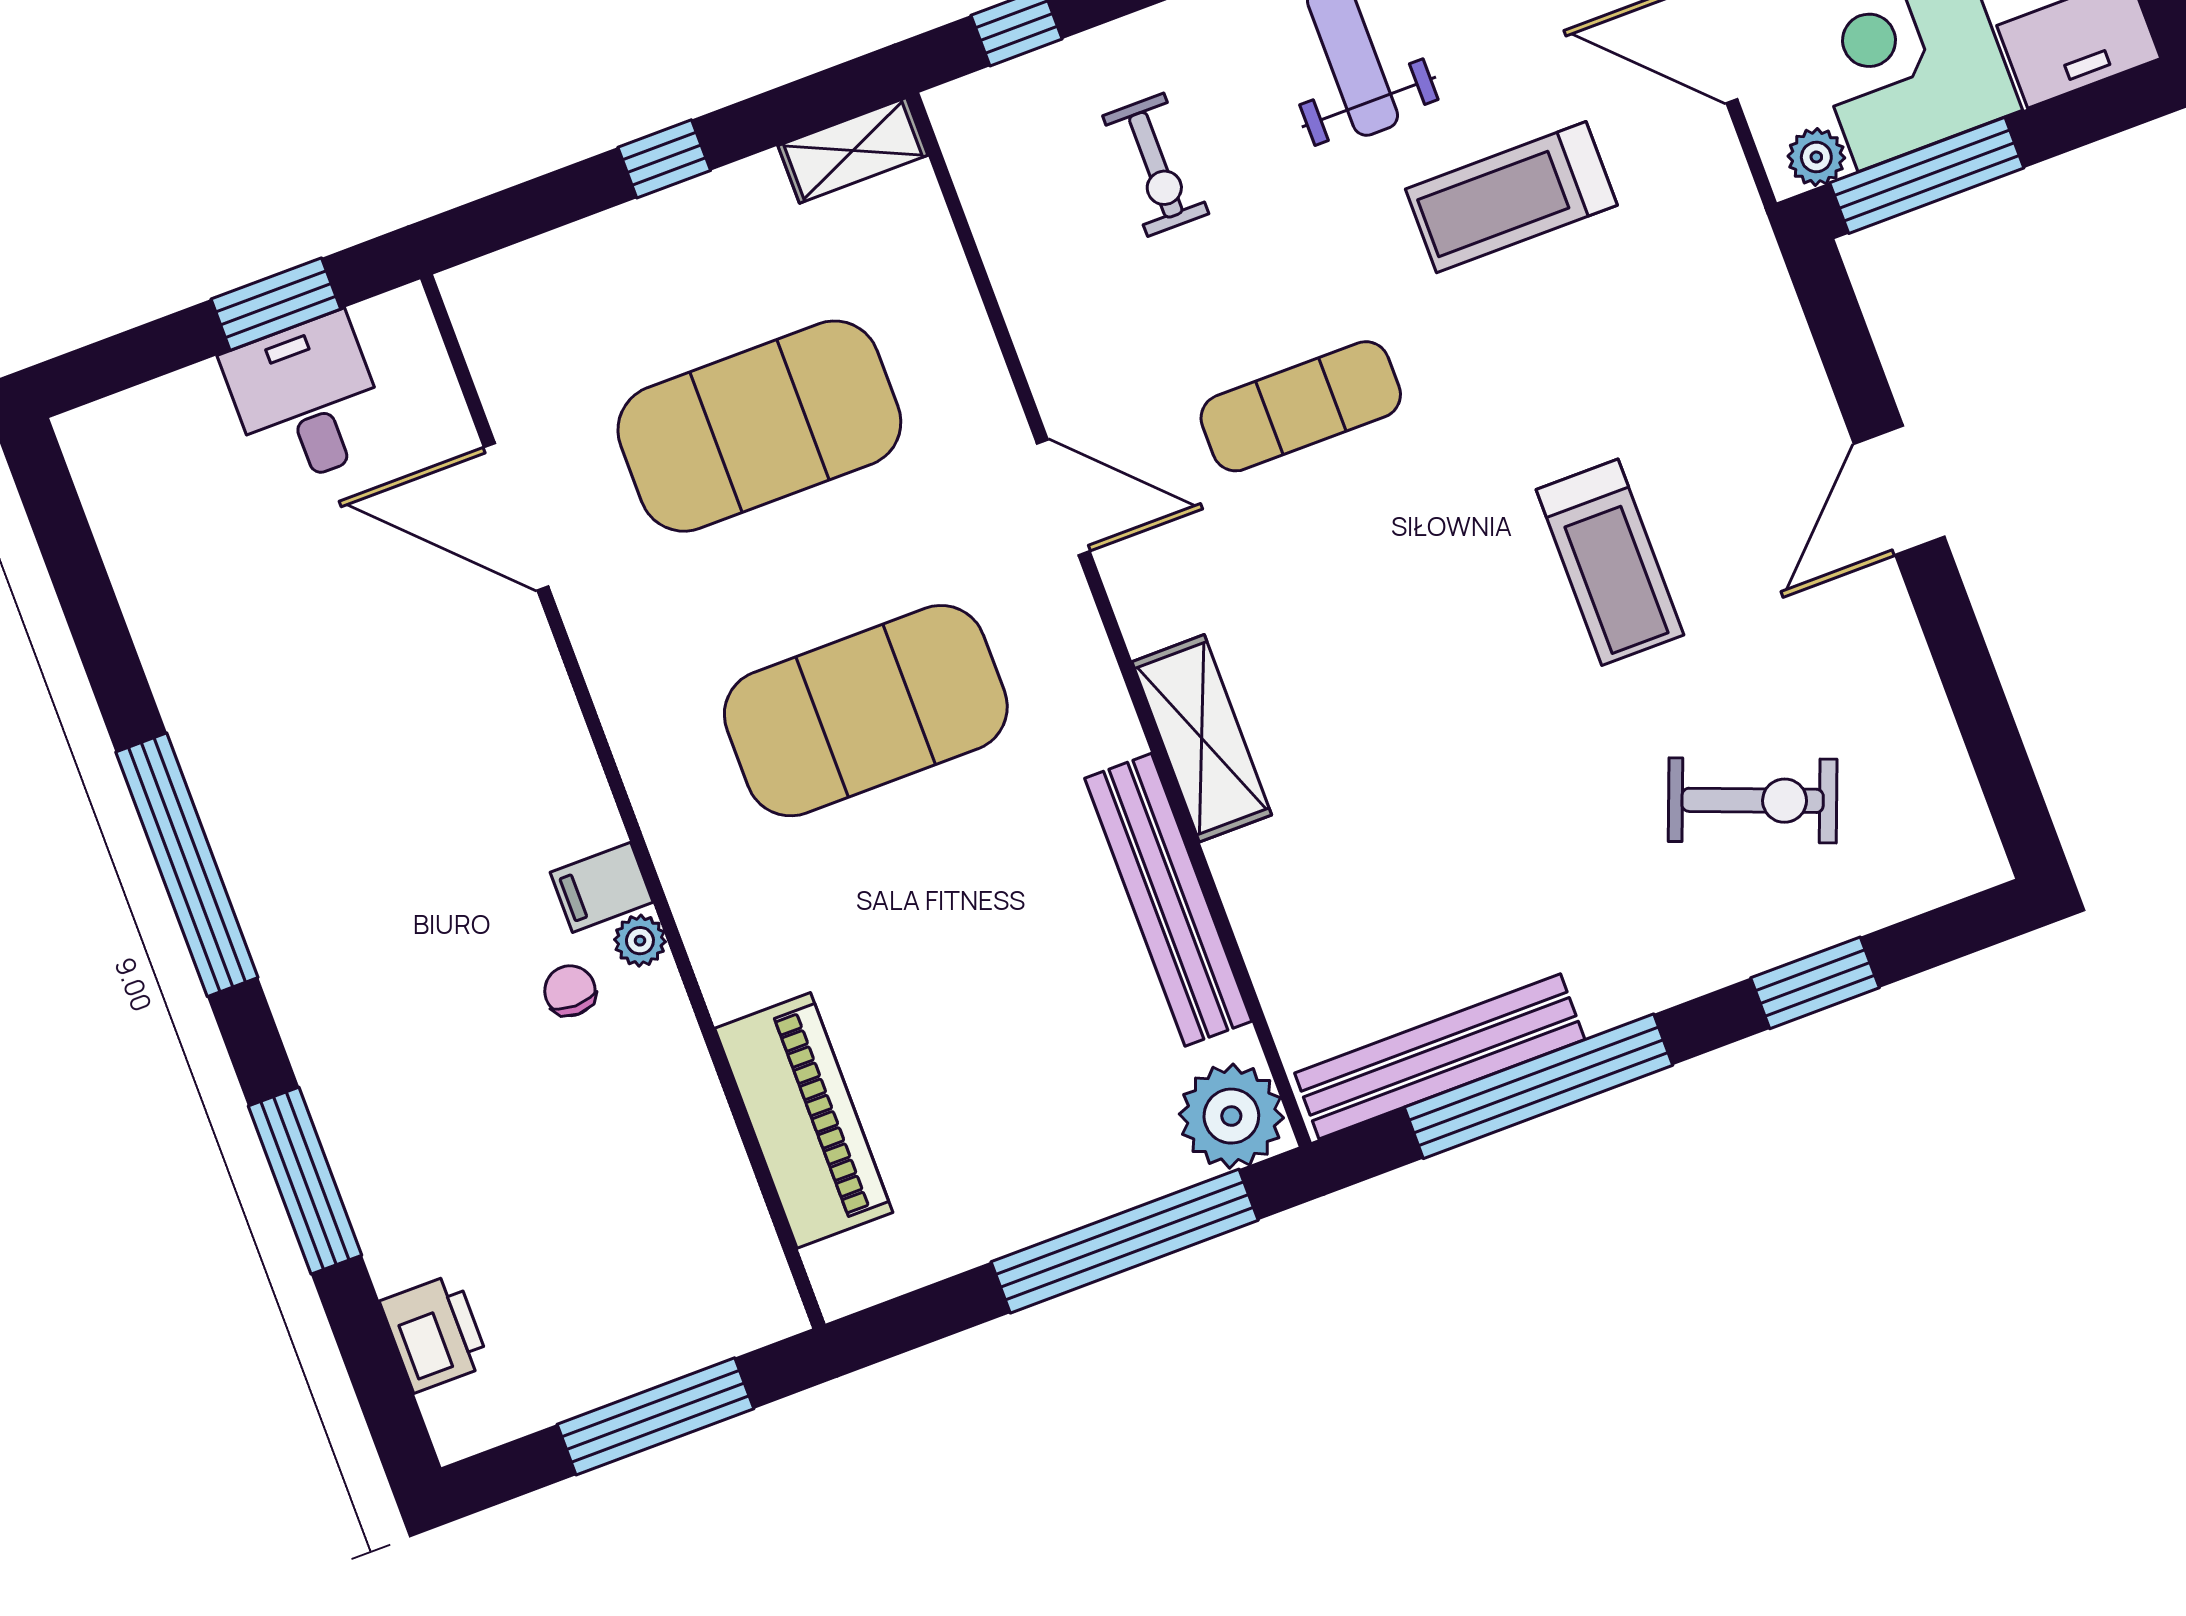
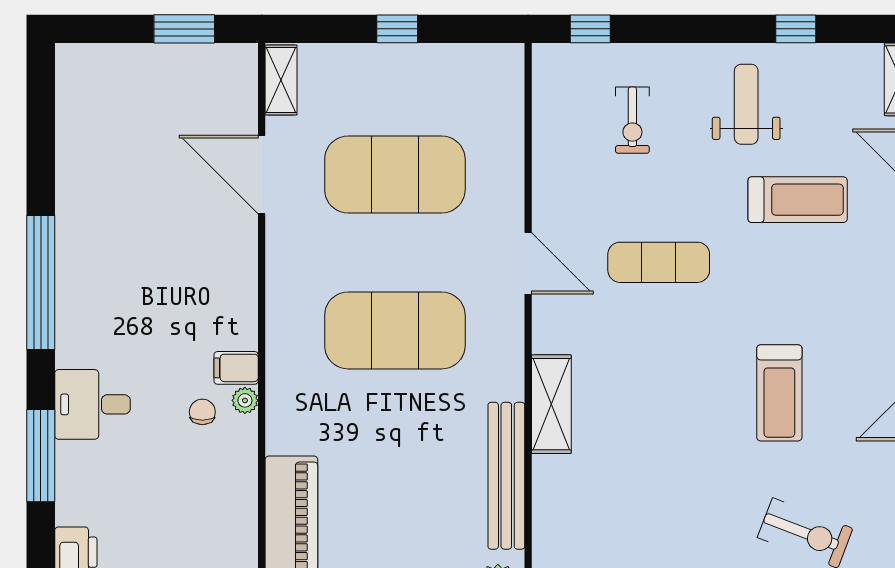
shelving: (853, 150) -> (281, 80), moved, turned 90
treadmill: (1511, 197) -> (798, 200), turned 180
desk: (306, 400) -> (92, 404), moved, turned -90

